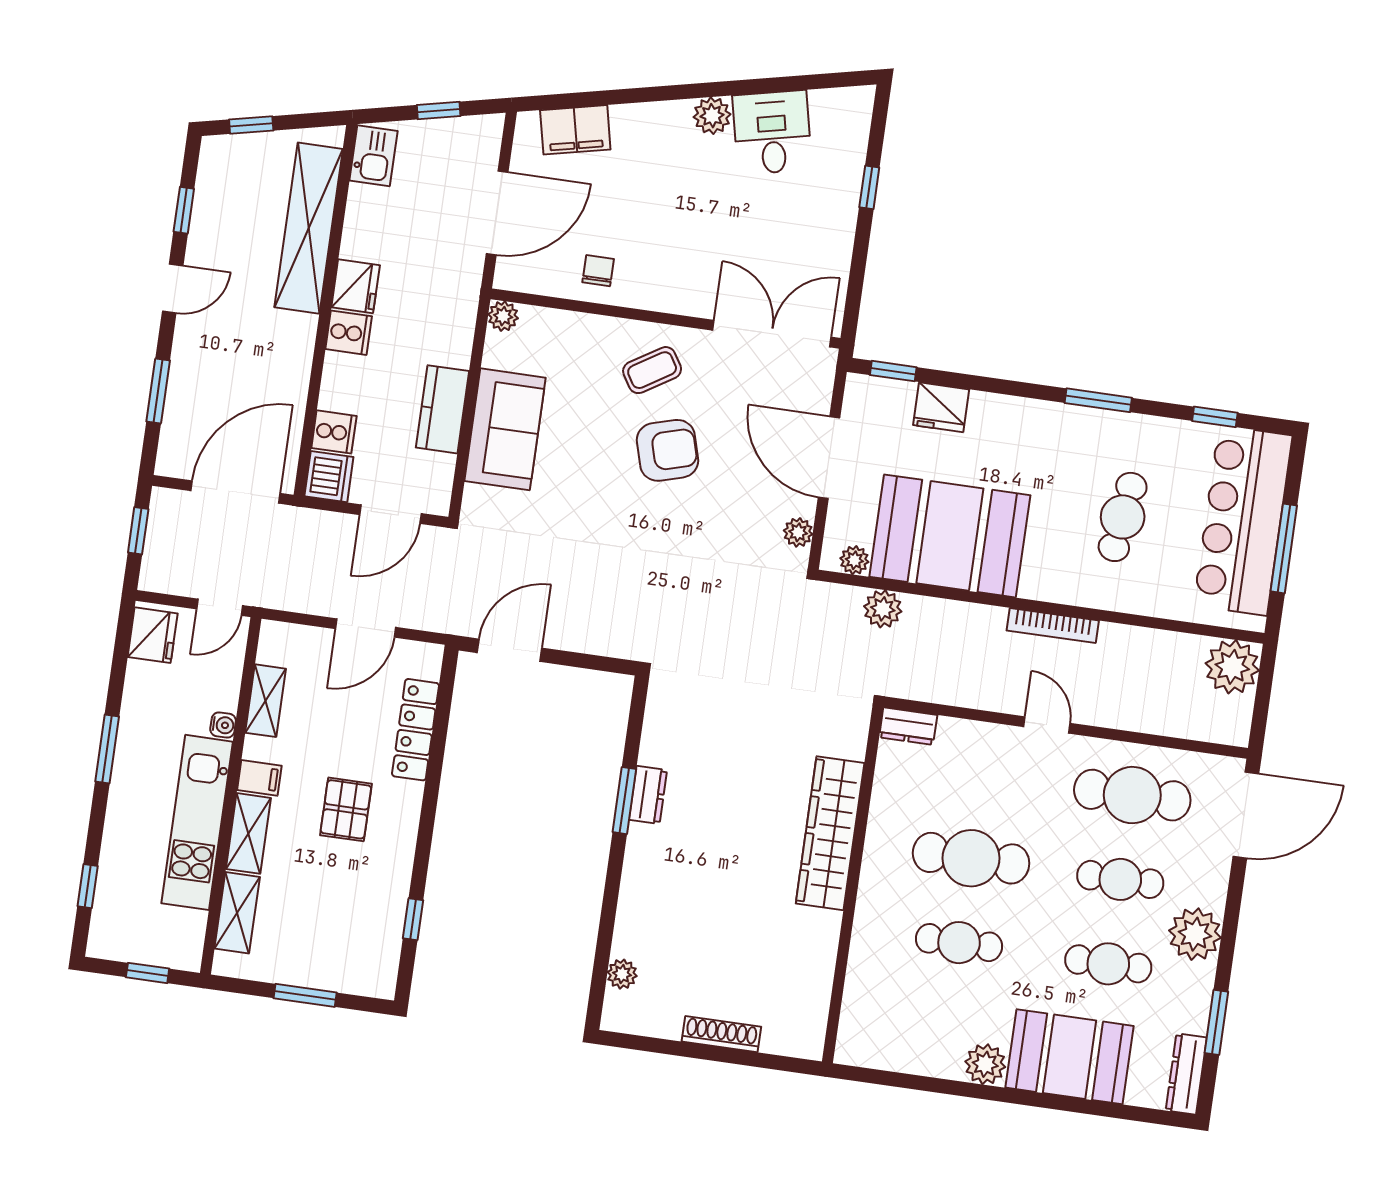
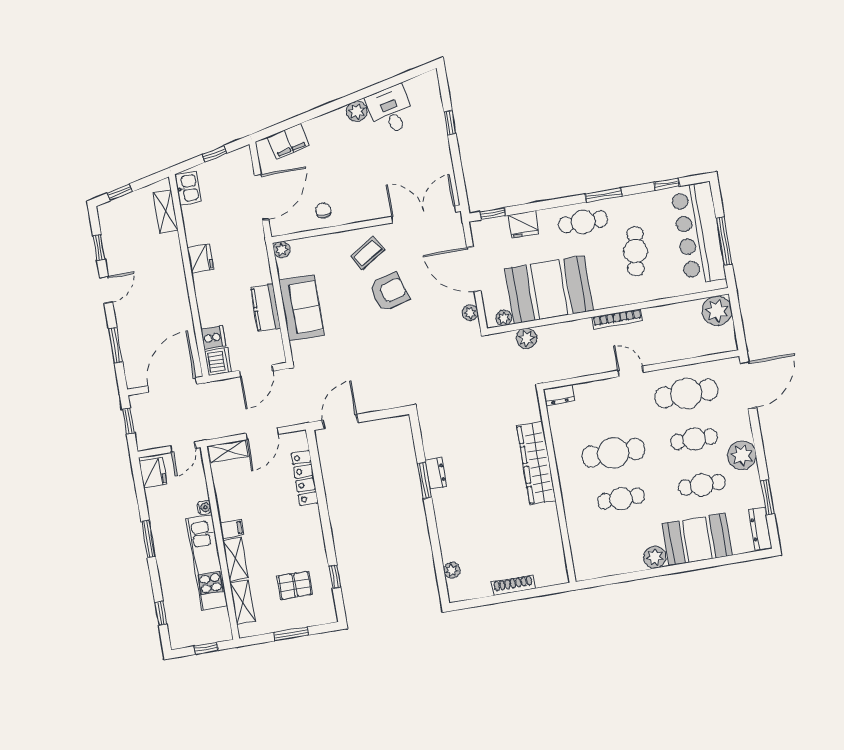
shelving: (309, 228) -> (166, 211), width x0.45, depth x0.75
cooker: (349, 333) -> (205, 284), removed
cafe table: (1047, 436) -> (583, 222), added
shelving: (265, 701) -> (228, 451), moved, turned 90
pallet: (346, 809) -> (295, 585), moved, turned 90

